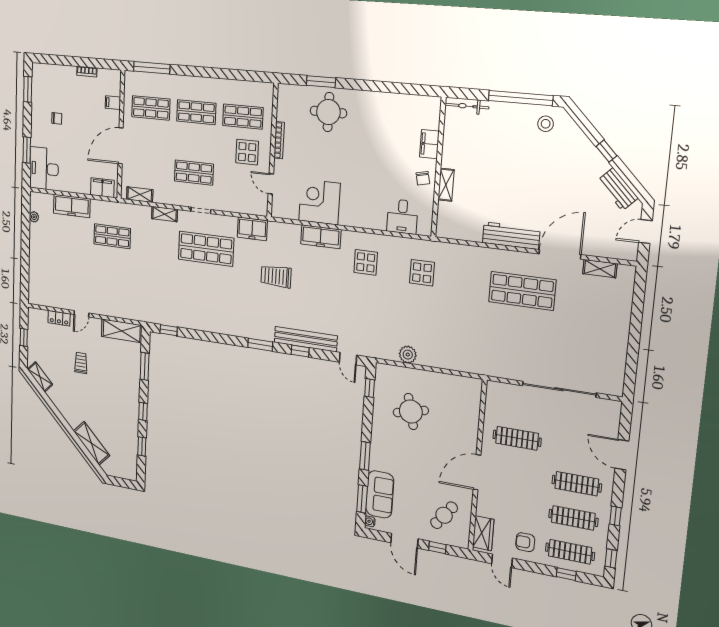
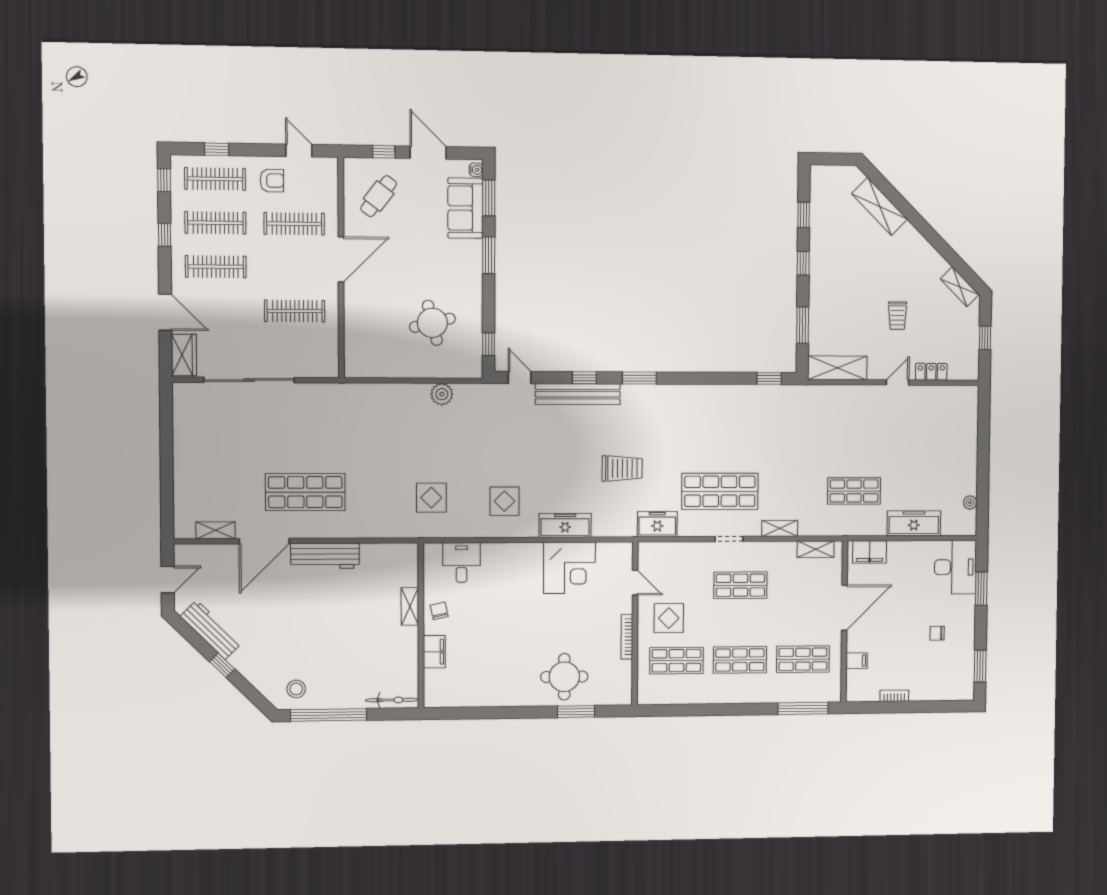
workbench: (618, 189) -> (211, 630), width x1.38
clothes rail: (511, 506) -> (294, 224), added
wardrobe: (483, 533) -> (184, 355), moved, turned 180

